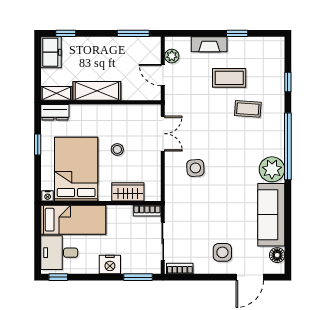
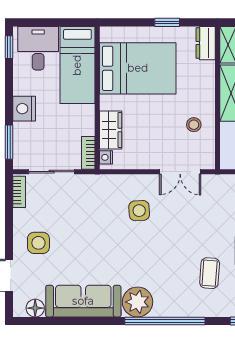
stool: (117, 149) -> (194, 125), moved
nightstand: (48, 196) -> (106, 157), moved

